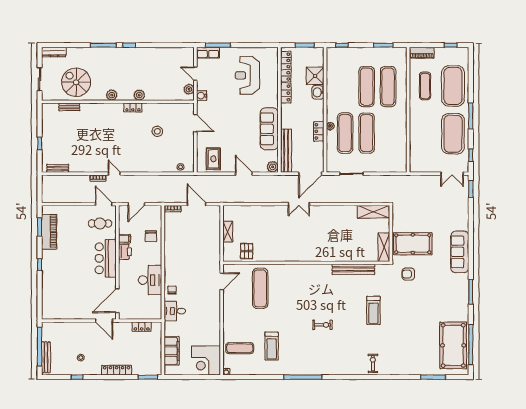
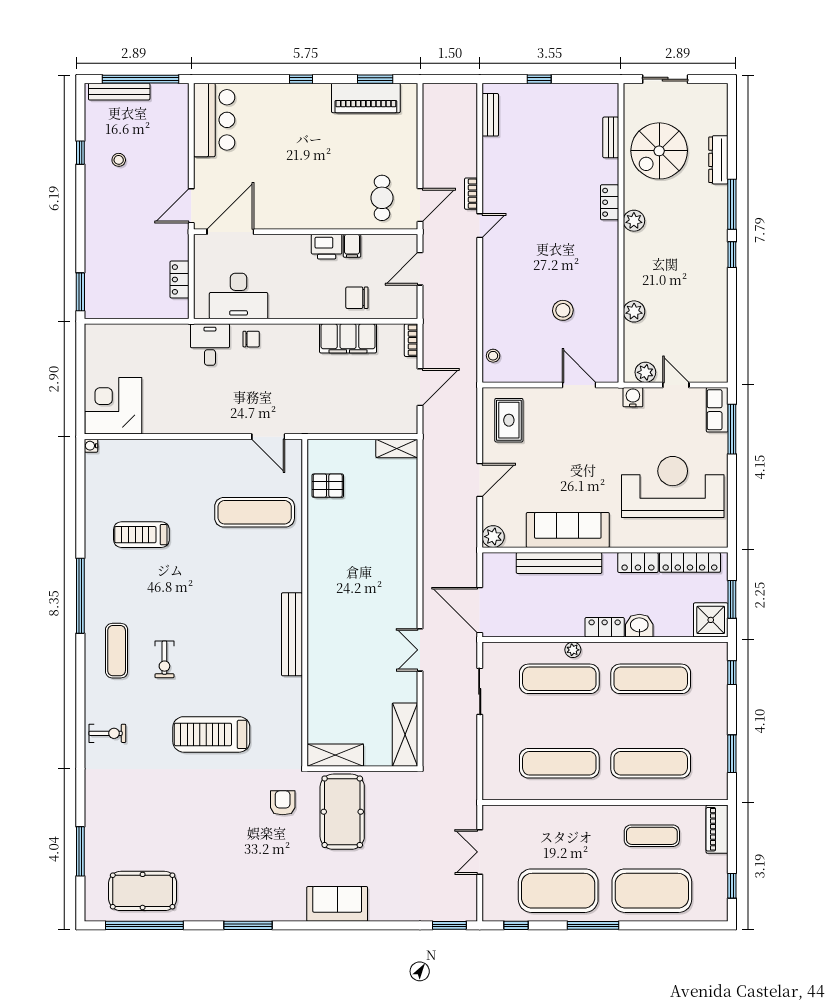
dresser: (54, 52) -> (718, 160), moved
door: (195, 74) -> (676, 385), hinge flipped
reception desk: (247, 75) -> (673, 487), width x1.36, depth x1.30
shower: (315, 76) -> (711, 620), moved
spiral stairs: (76, 82) -> (659, 151), turned 180
exercise mat: (367, 87) -> (651, 679), moved
plant: (139, 95) -> (634, 311), moved
locker: (133, 108) -> (610, 202), moved
door: (195, 123) -> (579, 385), swing flipped
locker: (319, 131) -> (605, 627), moved
exercise mat: (367, 133) -> (559, 763), moved
bench: (286, 151) -> (559, 563), moved
rug: (213, 159) -> (509, 420), turned 90
double door: (452, 174) -> (480, 852), moved
door: (136, 204) -> (420, 269), hinge flipped
double door: (299, 204) -> (420, 650), moved
shelving: (228, 232) -> (397, 448), moved
sofa: (460, 252) -> (337, 904), width x0.73
bar counter: (106, 258) -> (214, 120), moved, turned 90
bench: (353, 269) -> (292, 634), moved
desk: (150, 280) -> (239, 296), moved
door: (117, 301) -> (230, 232), hinge flipped
treadmill: (373, 310) -> (211, 734), width x1.37, depth x1.38
exercise bike: (322, 325) -> (164, 659), moved
pool table: (453, 345) -> (143, 891), width x0.73, depth x0.76
exercise mat: (240, 348) -> (117, 651), moved
filing cabinet: (172, 351) -> (348, 338), moved
locker: (117, 370) -> (94, 230), removed

